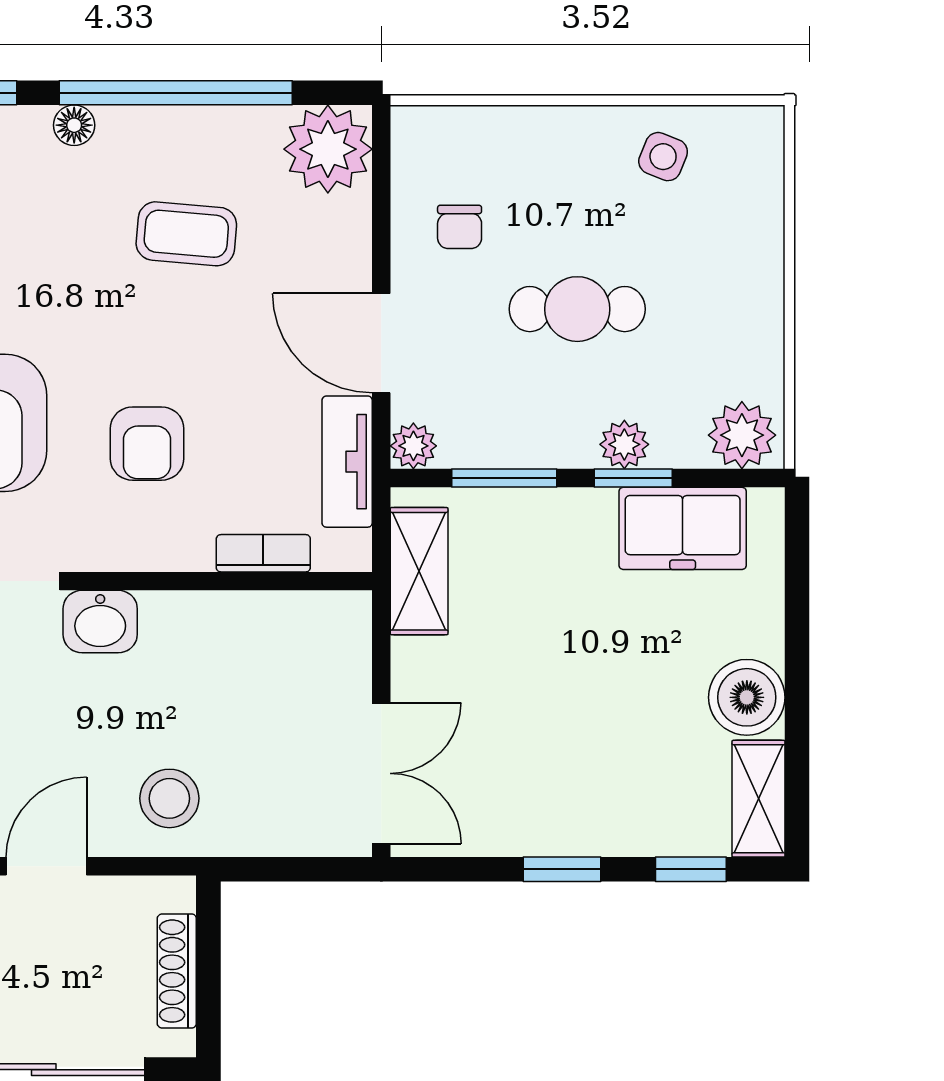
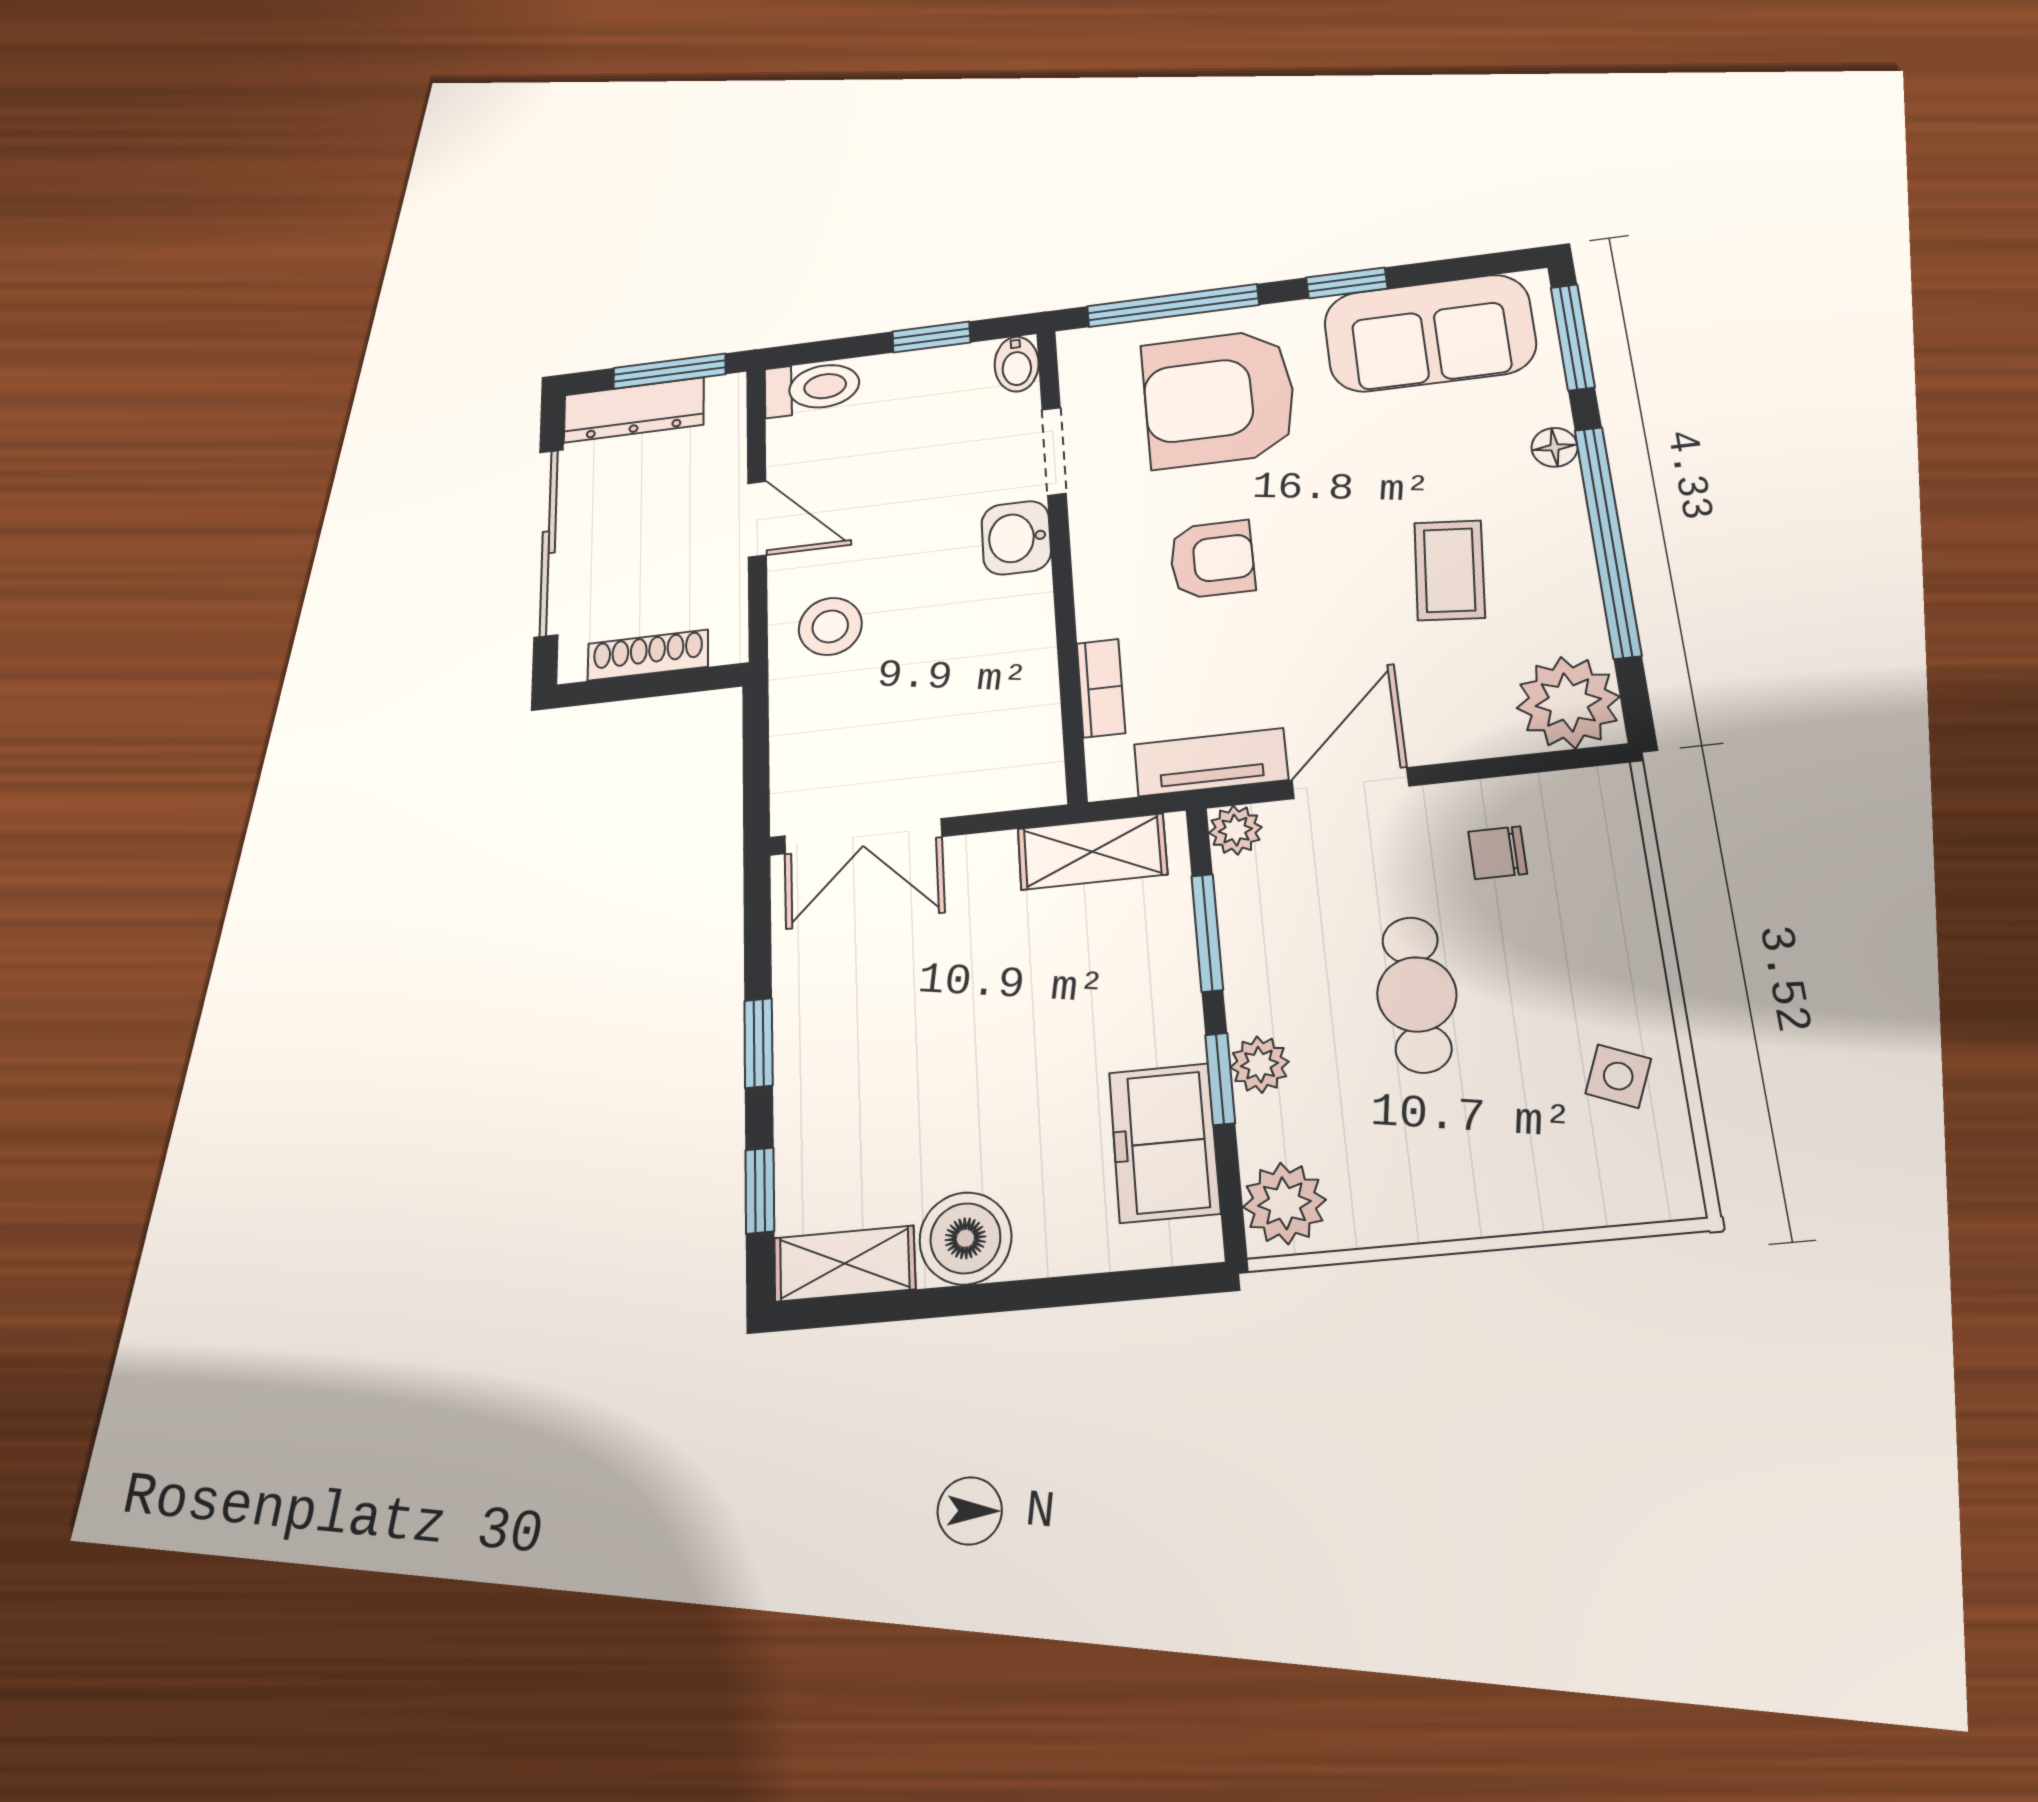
armchair: (147, 444) -> (1212, 559), turned 180

